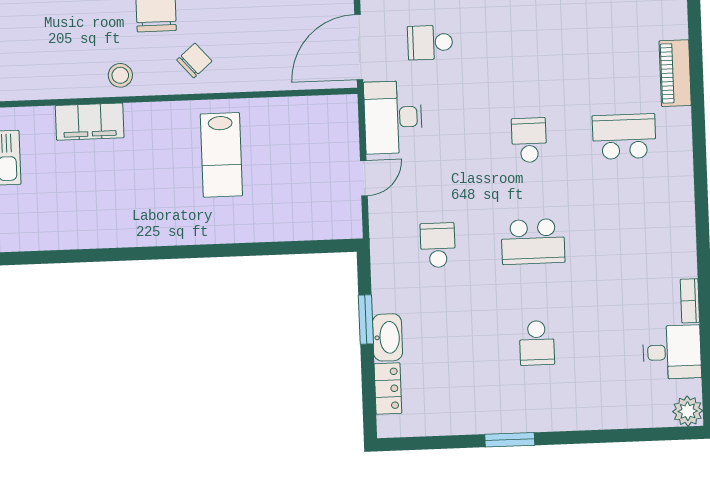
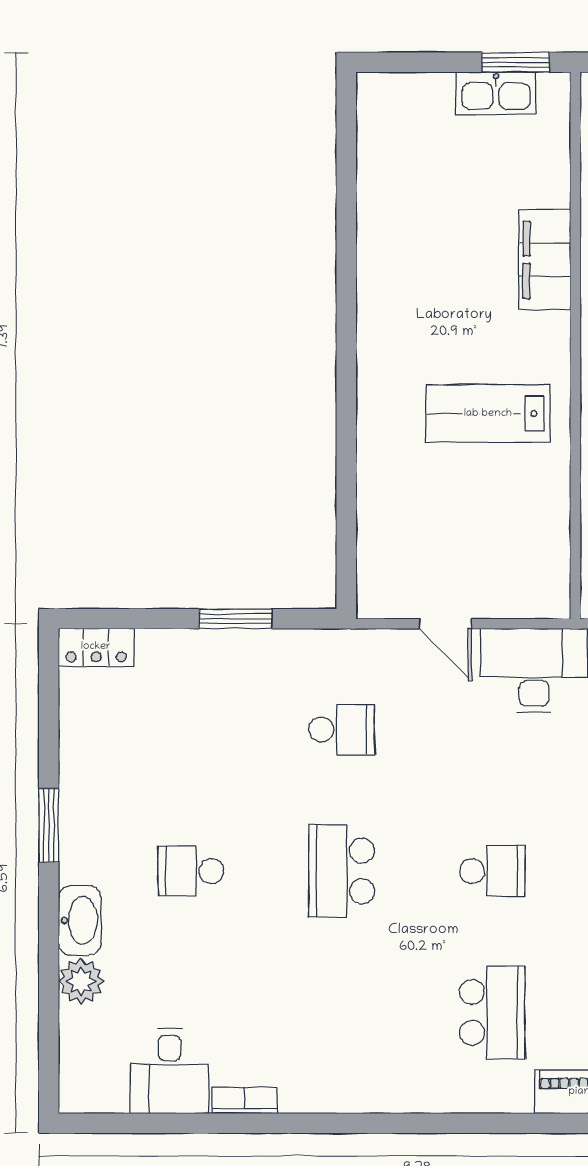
filing cabinet: (90, 122) -> (545, 260), moved
washbasin: (388, 337) -> (80, 920), moved, turned -90
locker: (388, 389) -> (96, 647), moved
plant: (688, 411) -> (81, 981), moved

